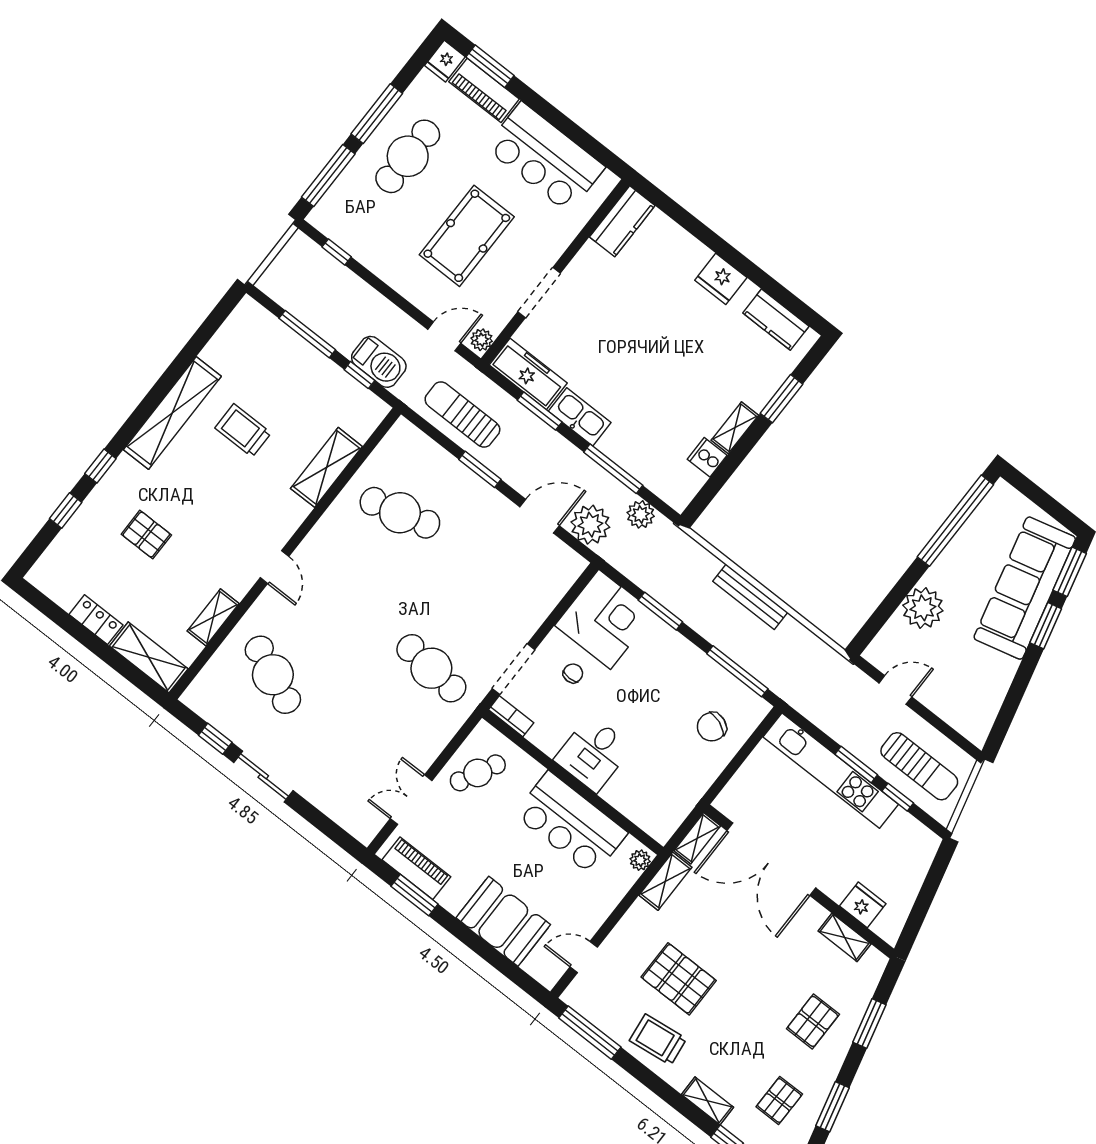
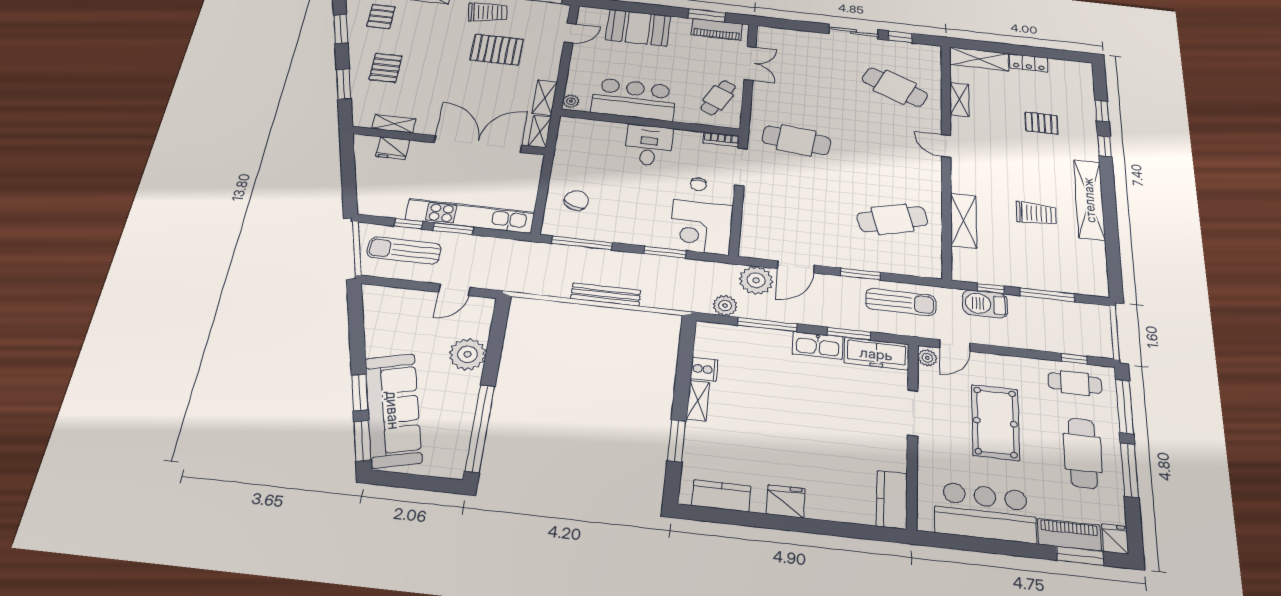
cafe table: (357, 227) -> (1075, 383), added

